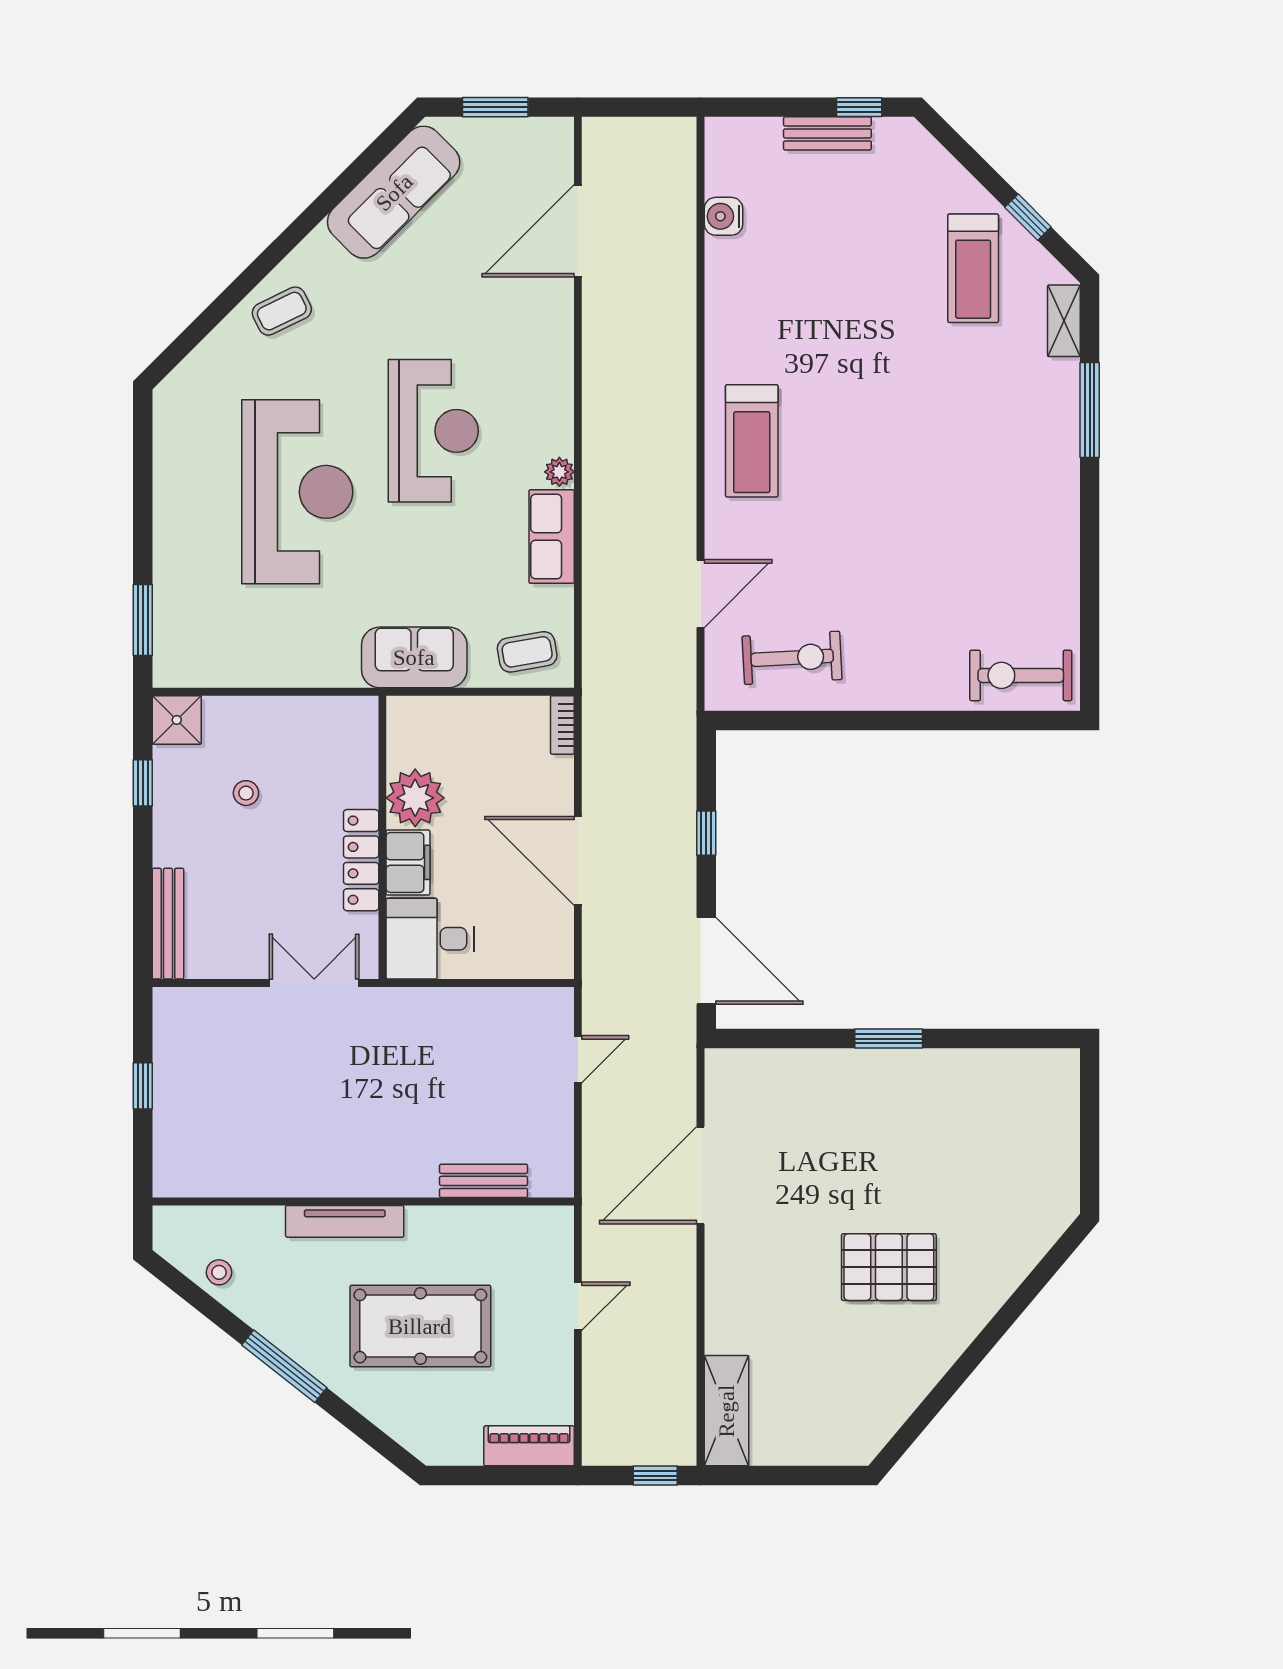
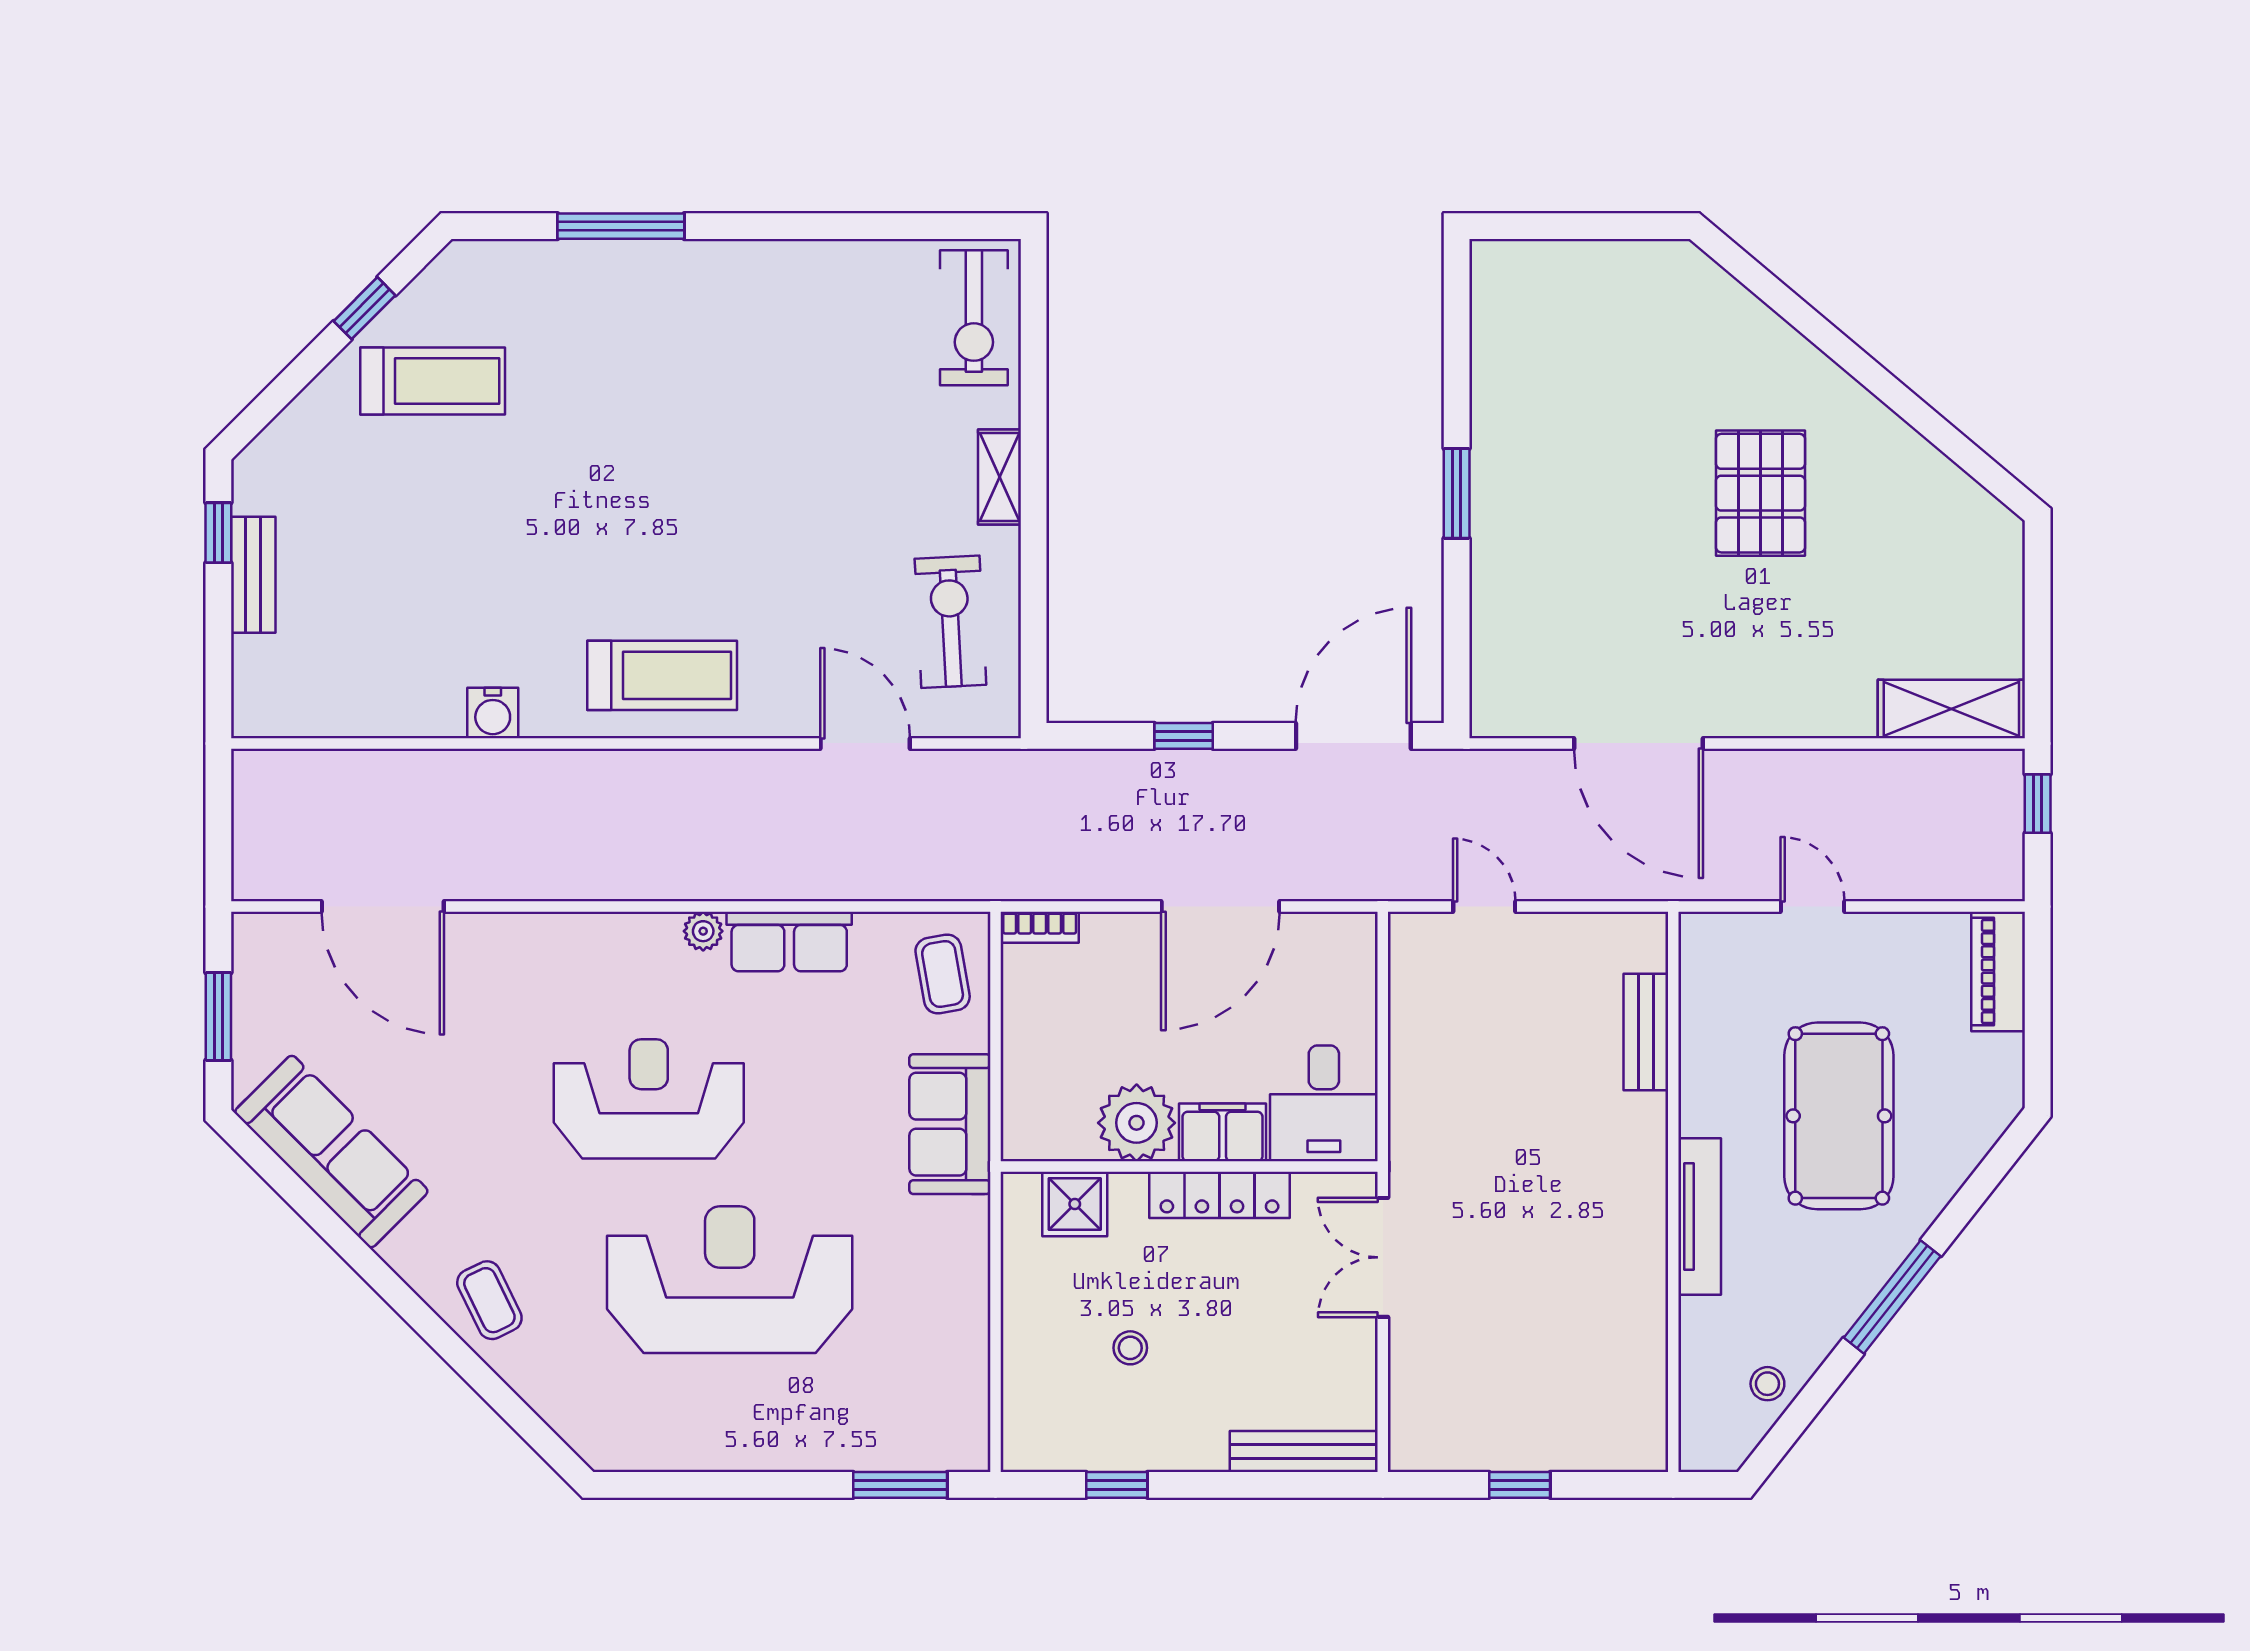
water cooler: (723, 216) -> (493, 713), moved
shelving: (1064, 321) -> (999, 477), moved, turned 90
shower: (177, 720) -> (1075, 1204), moved

